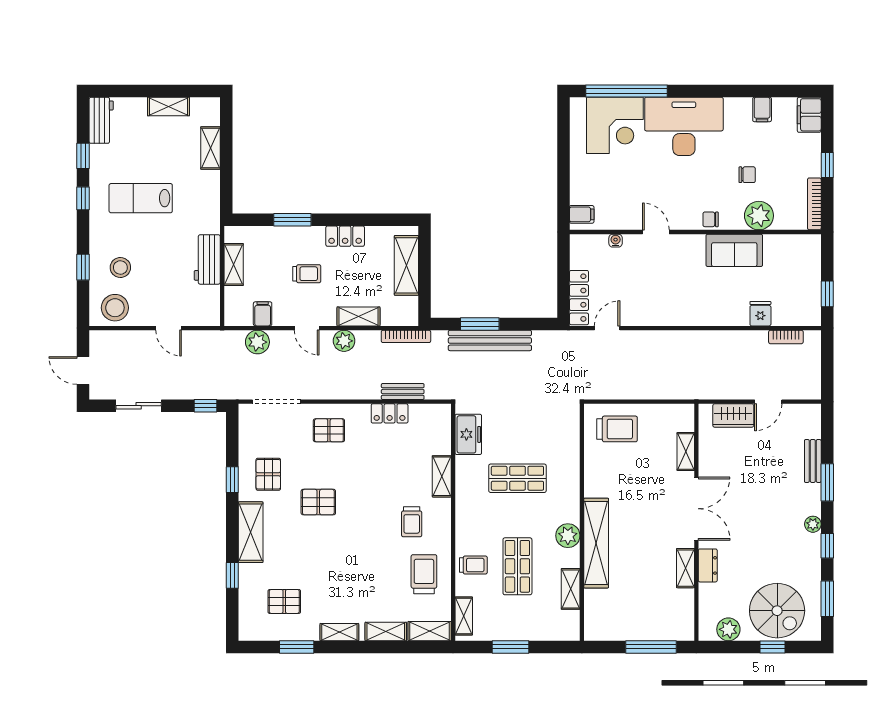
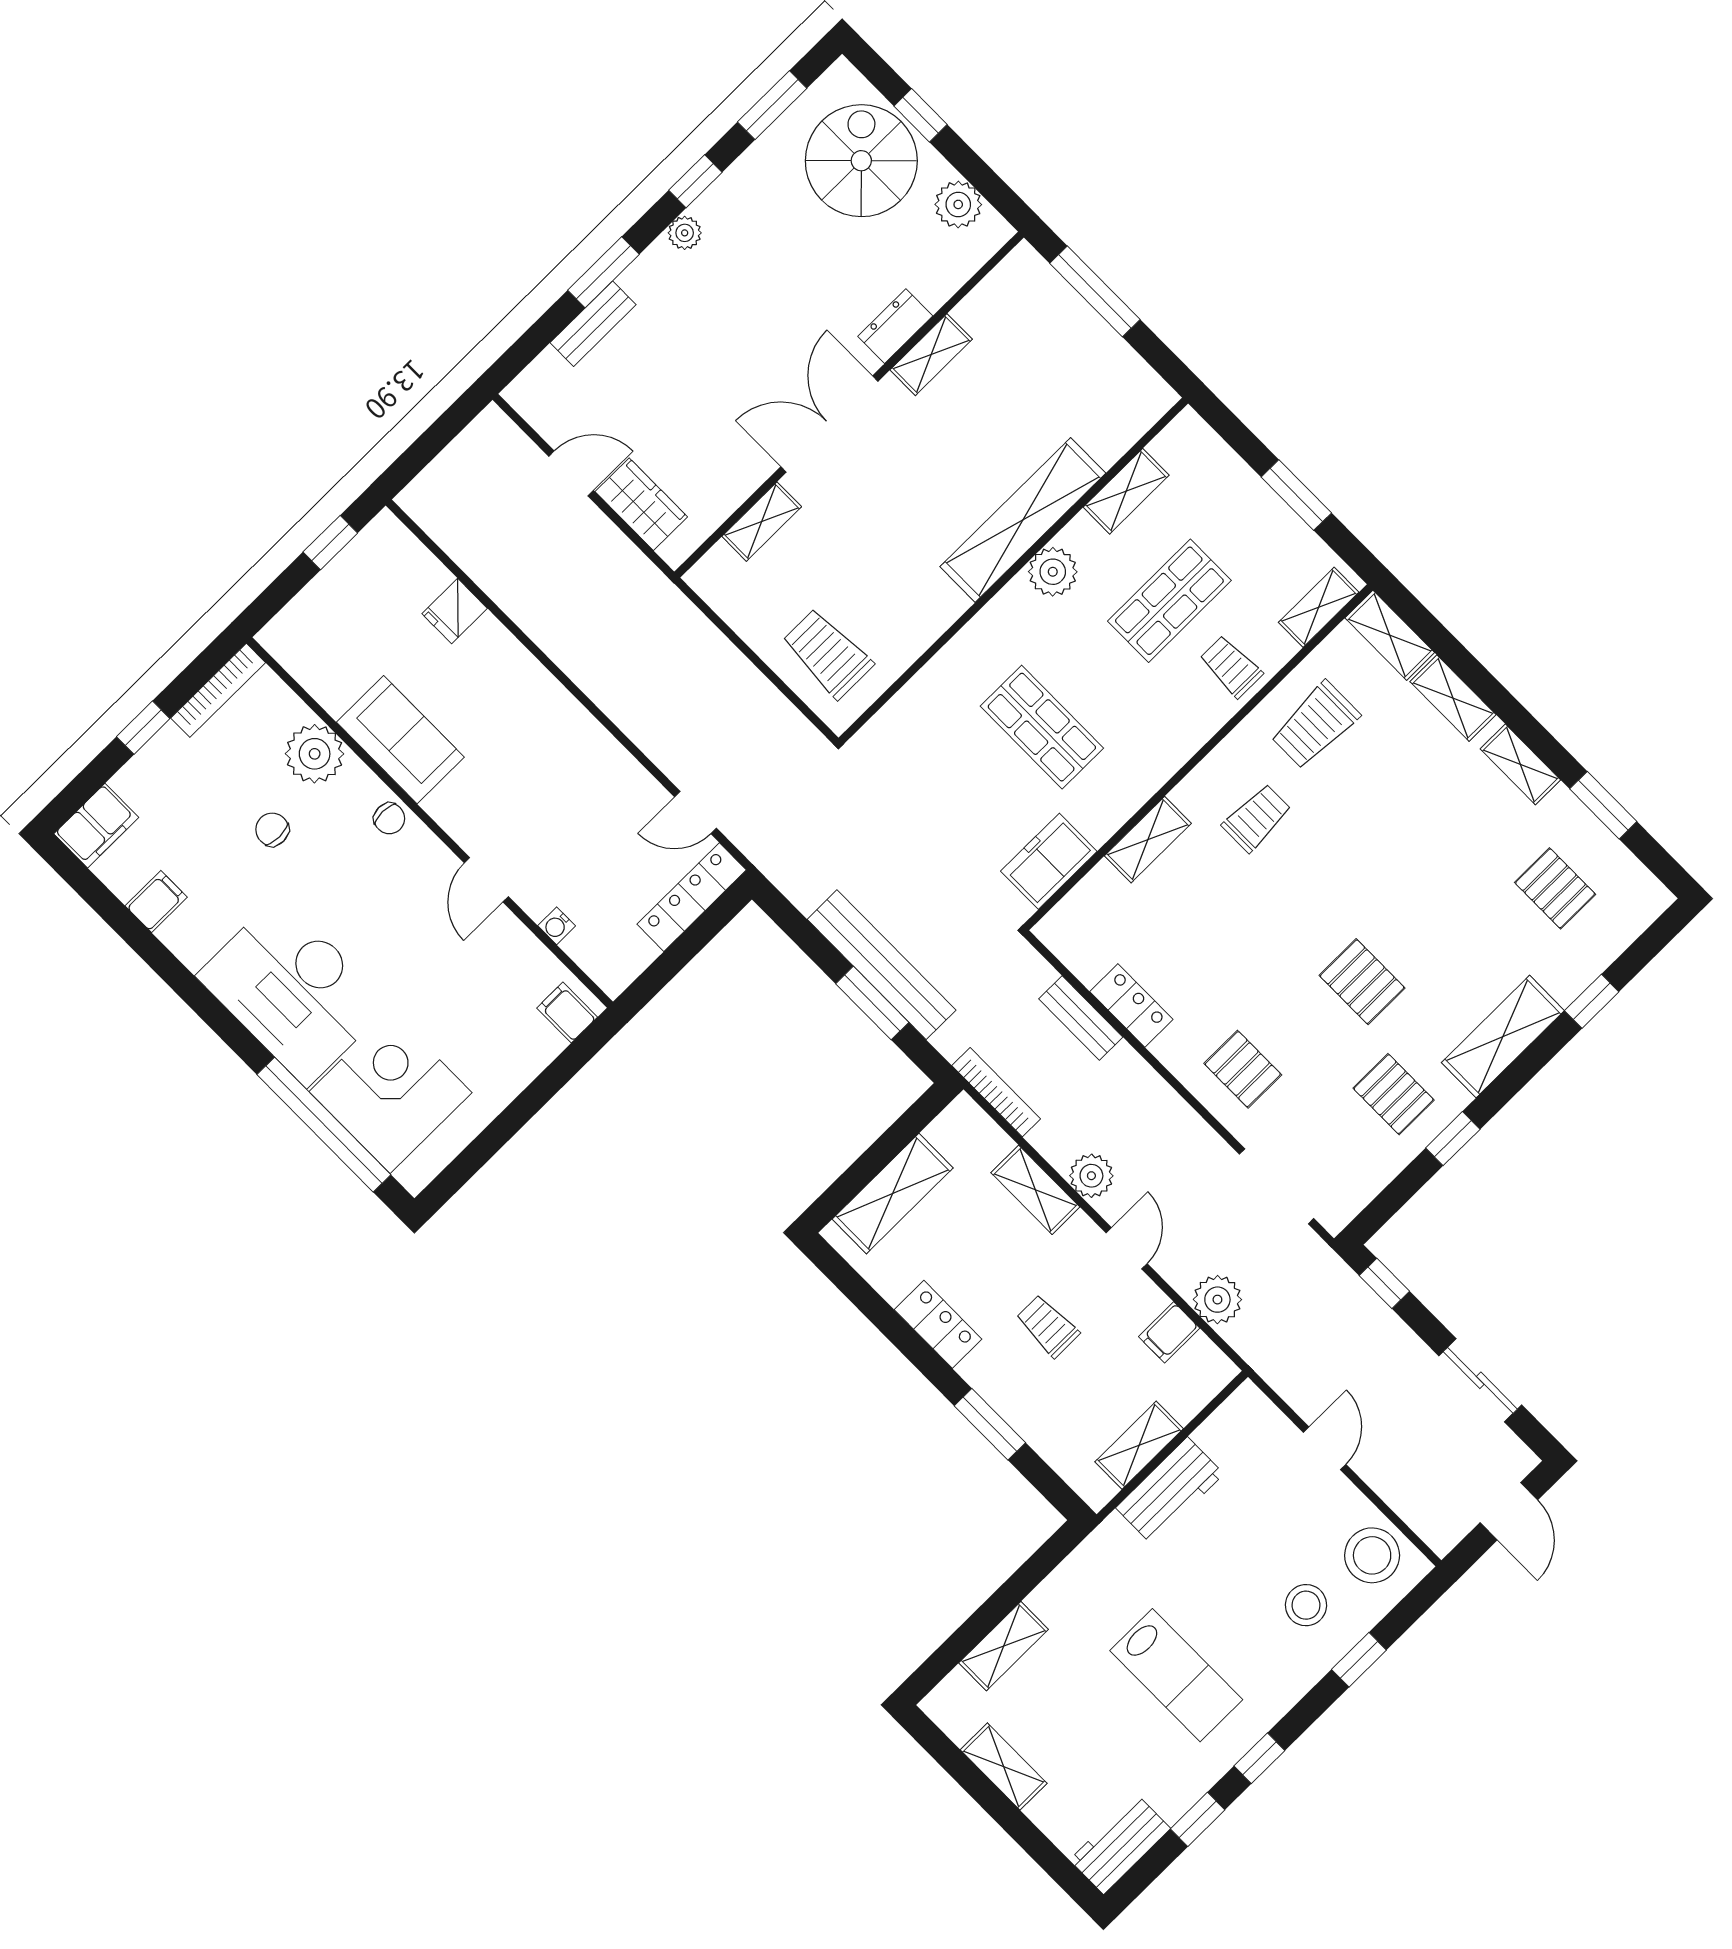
bookcase: (786, 337) -> (452, 541), removed
pallet: (268, 474) -> (1394, 1094), turned 90

